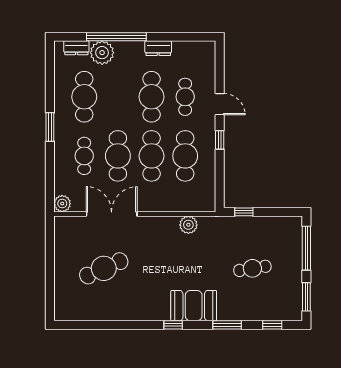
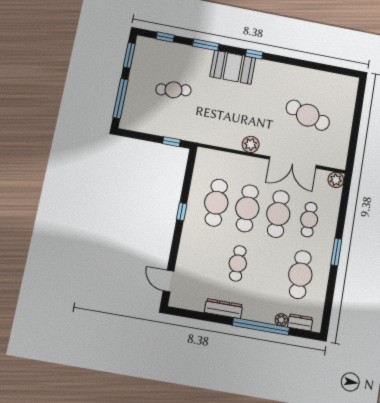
dresser: (158, 48) -> (224, 309), width x1.44
plant: (102, 53) -> (281, 320), width x0.53, depth x0.53
cafe table: (152, 97) -> (238, 263), width x0.73, depth x0.74
cafe table: (185, 97) -> (206, 258), removed
door: (220, 104) -> (169, 281), moved
plant: (188, 225) -> (251, 144), moved
cafe table: (104, 268) -> (308, 115), turned 42

